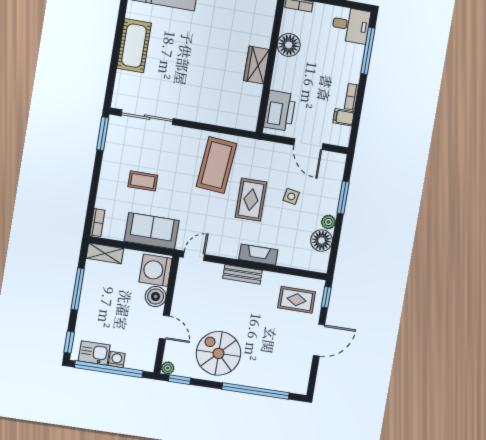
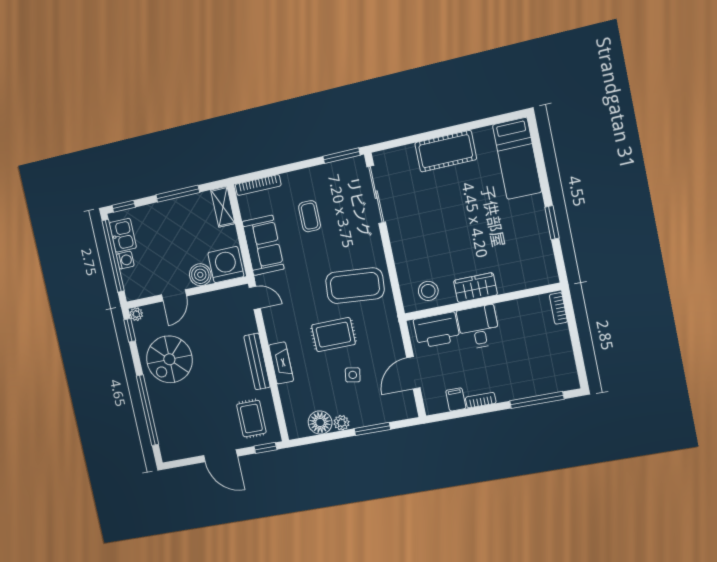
desk: (351, 25) -> (478, 327), moved, turned 180
floor lamp: (289, 45) -> (510, 314), removed
stool: (244, 105) -> (428, 291), added
bookcase: (97, 223) -> (258, 185), width x1.56
bench: (243, 274) -> (257, 362), width x1.36
spiral stairs: (218, 353) -> (169, 359), turned 180

